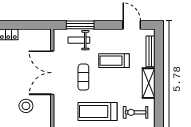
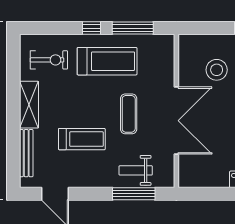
weight bench: (79, 40) -> (136, 170), turned 180

